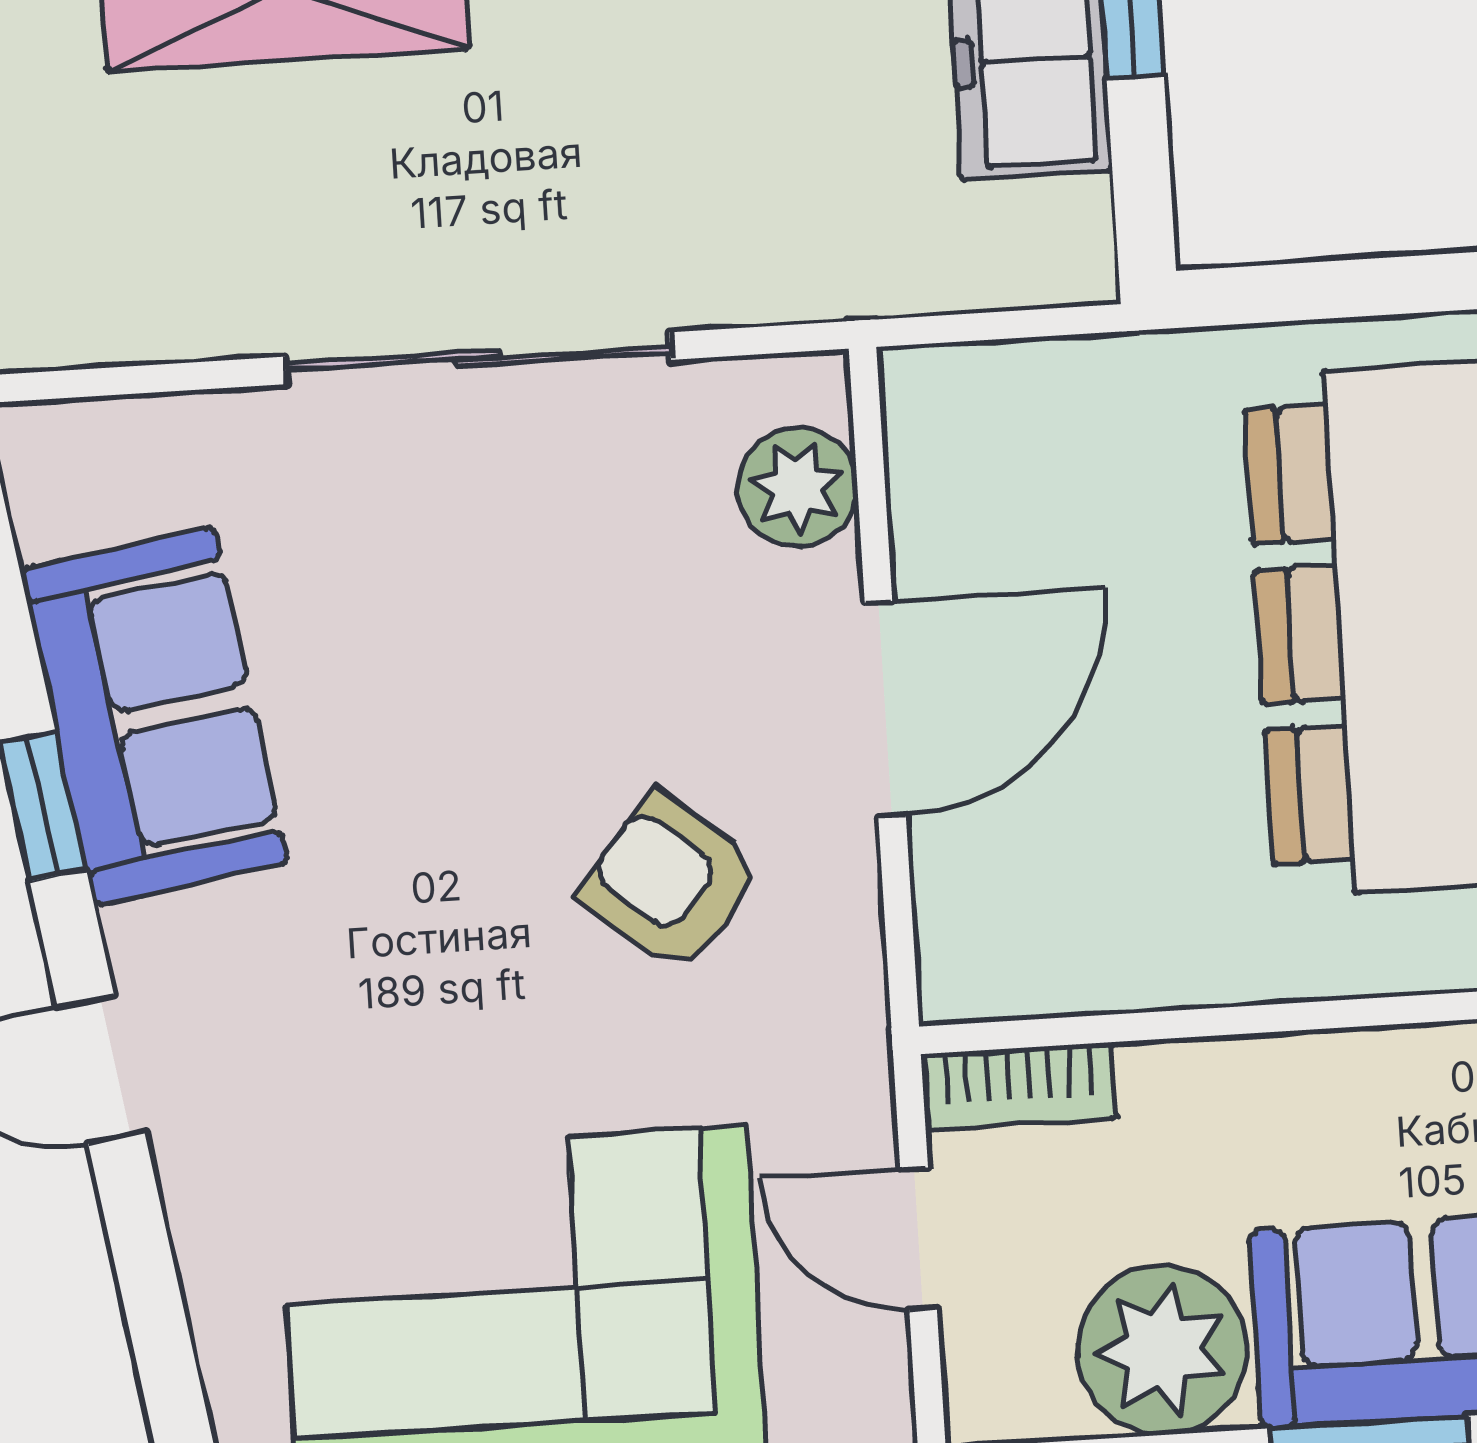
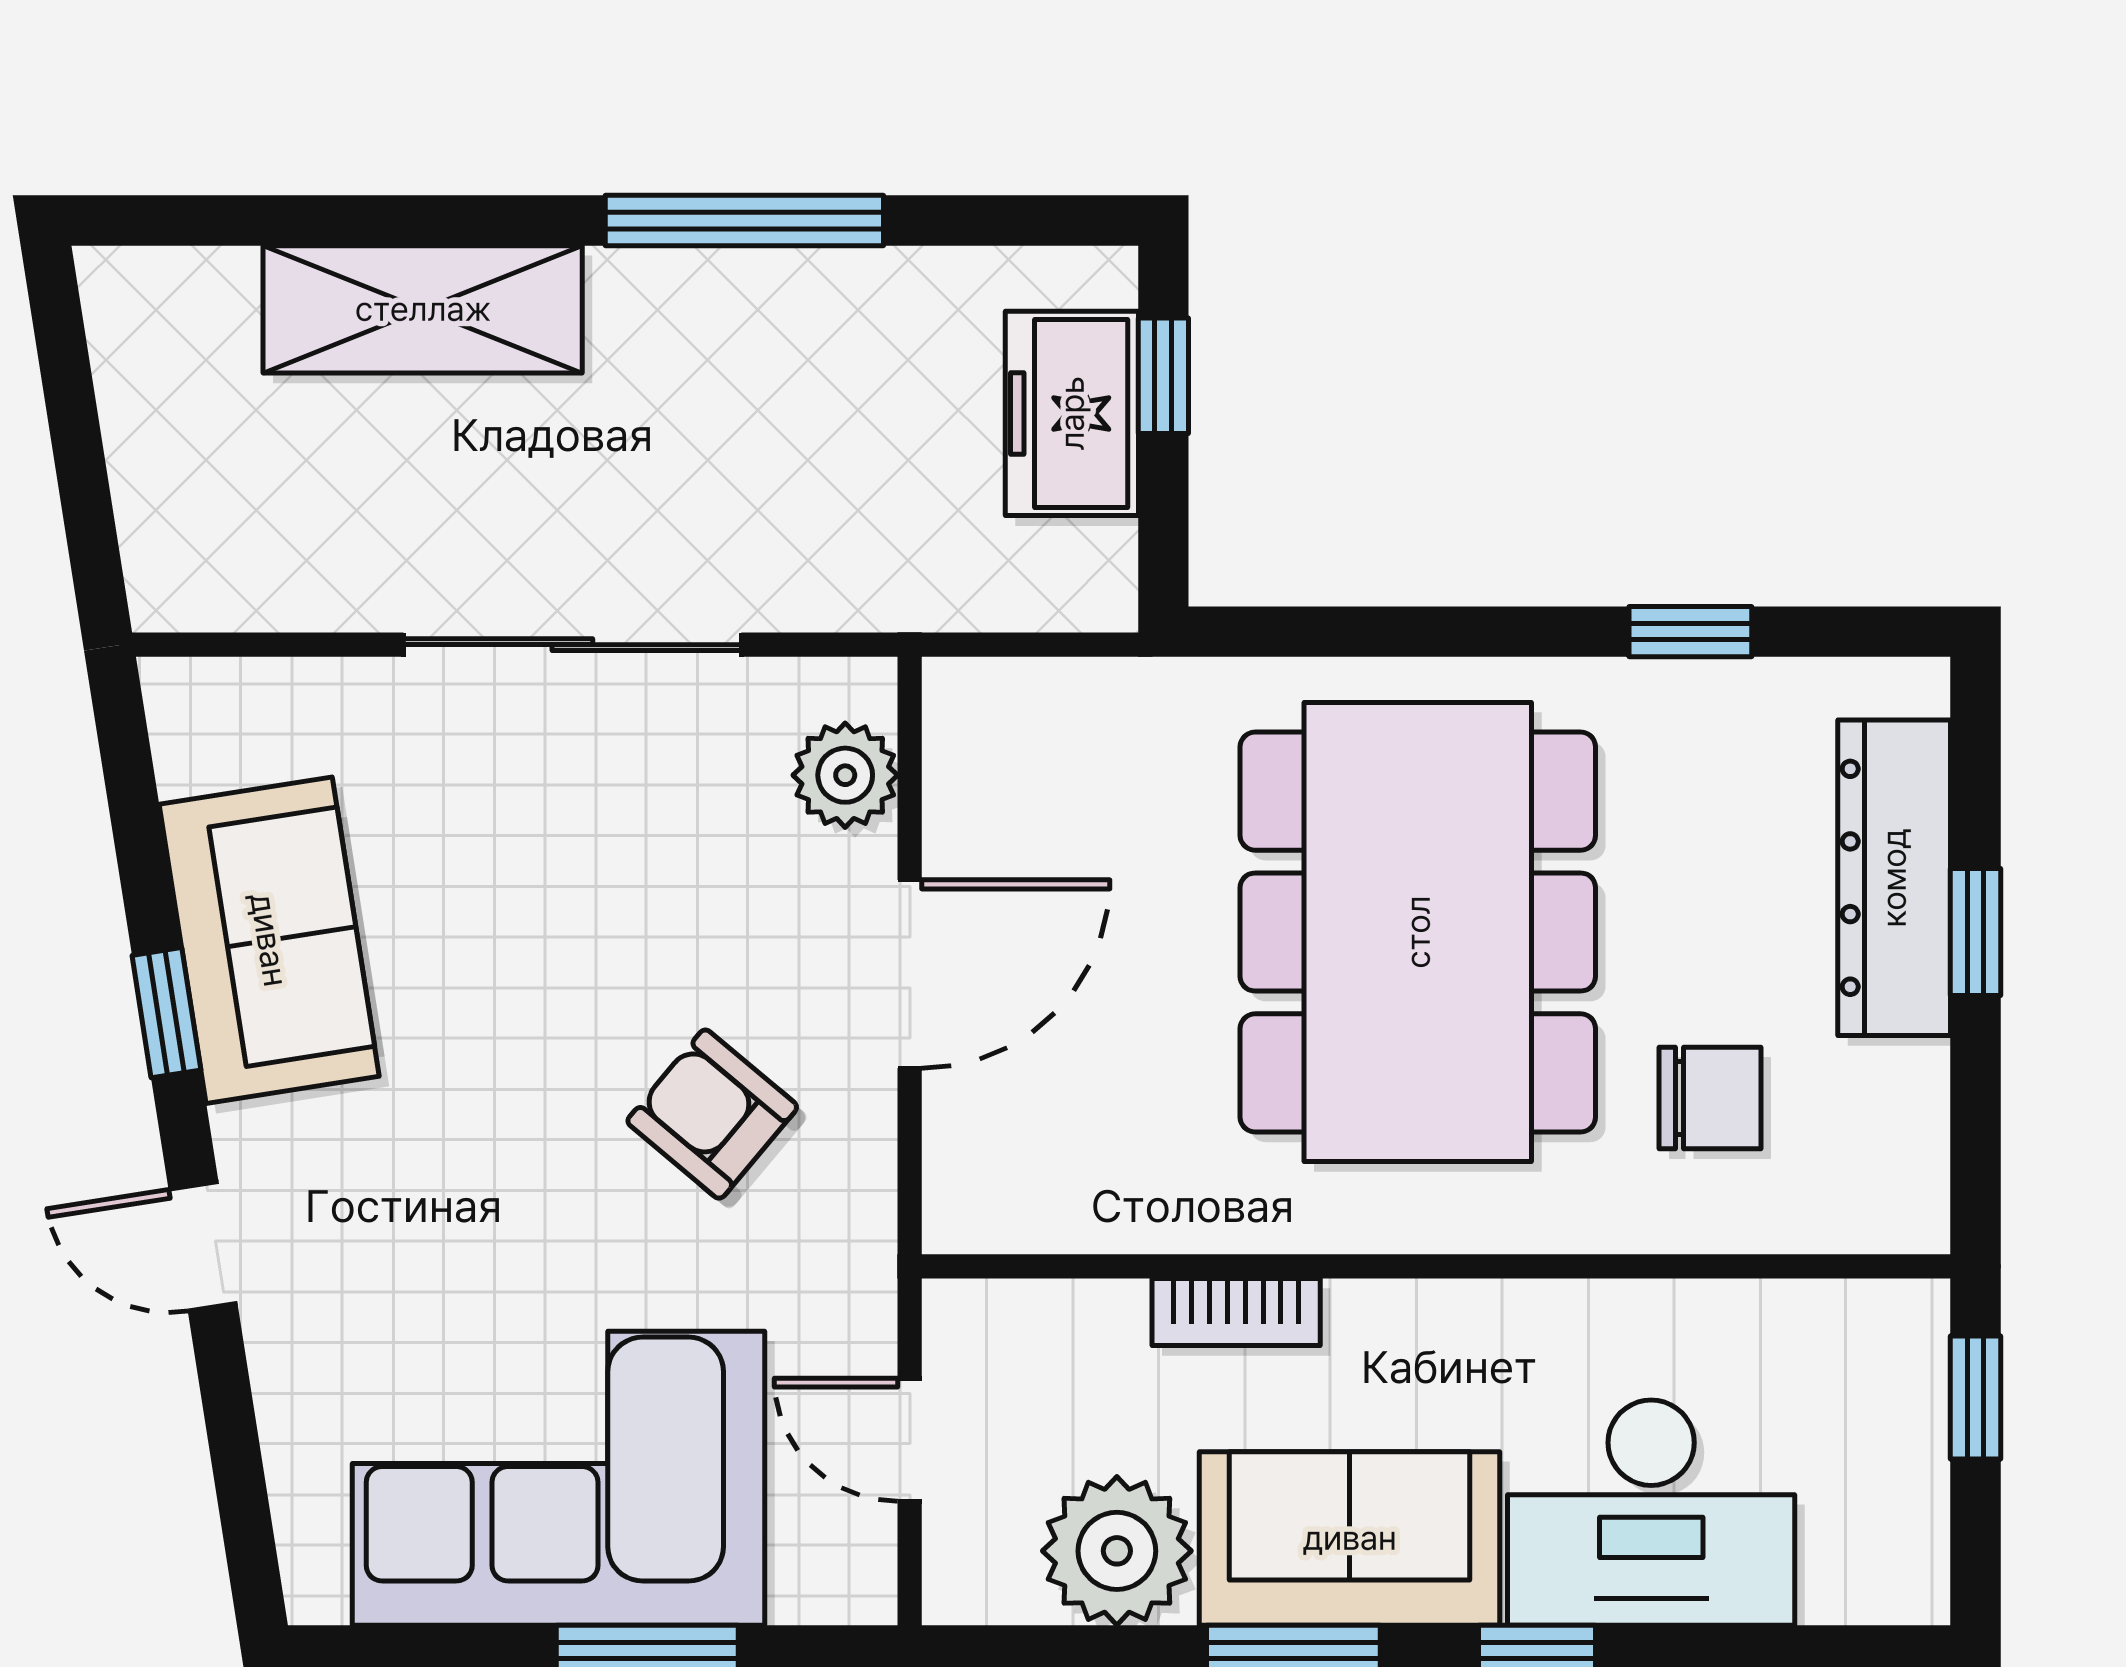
bookcase: (1019, 1086) -> (1236, 1312), moved

